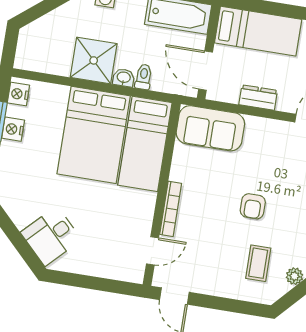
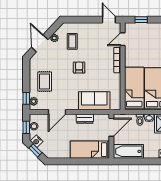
door: (206, 71) -> (111, 127), hinge flipped
sofa: (210, 128) -> (94, 101), moved
window: (107, 285) -> (141, 20), added

